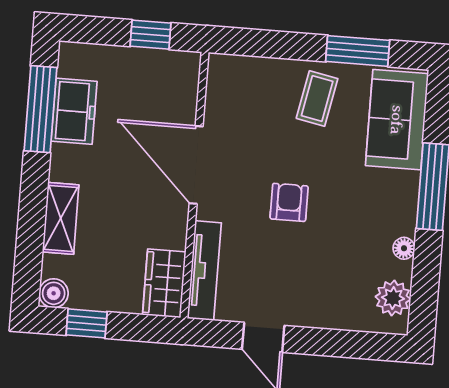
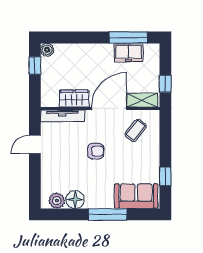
window: (358, 51) -> (165, 176), width x0.67
coffee table: (317, 99) -> (136, 130), moved, turned -63
shelving: (61, 218) -> (142, 100), moved
floor lamp: (404, 248) -> (75, 199), width x1.89, depth x1.89
wardrobe: (164, 283) -> (74, 99), moved

